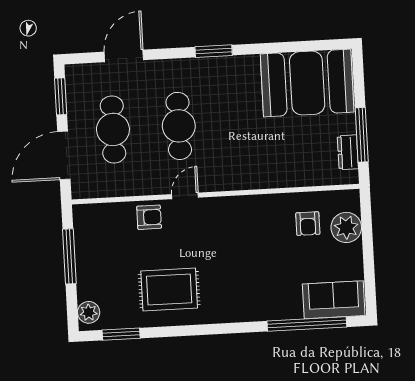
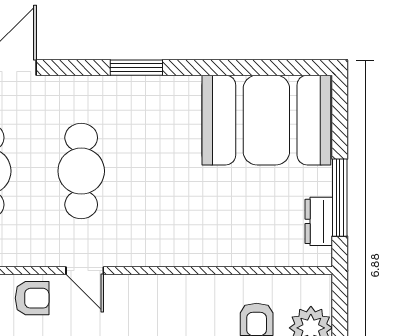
door: (185, 196) -> (85, 271), swing flipped

